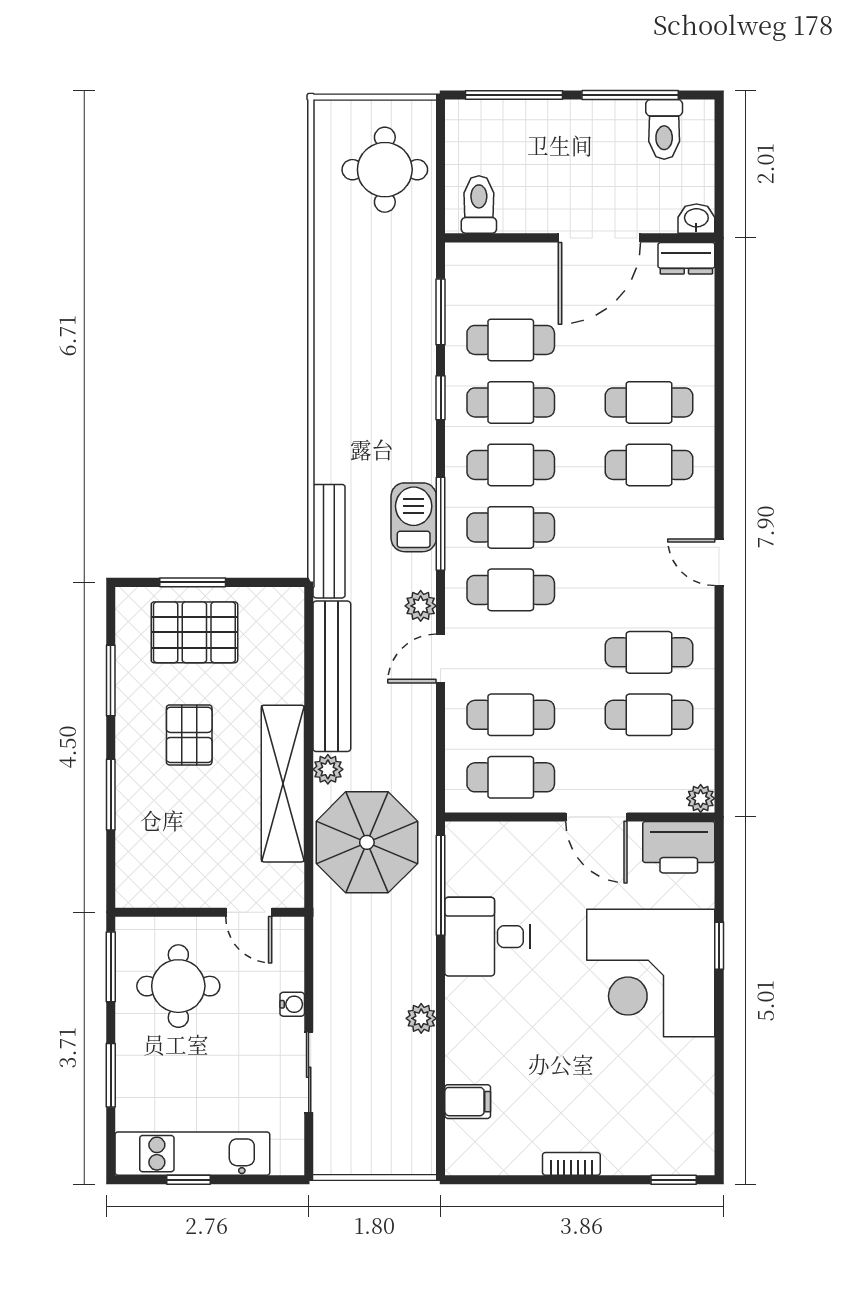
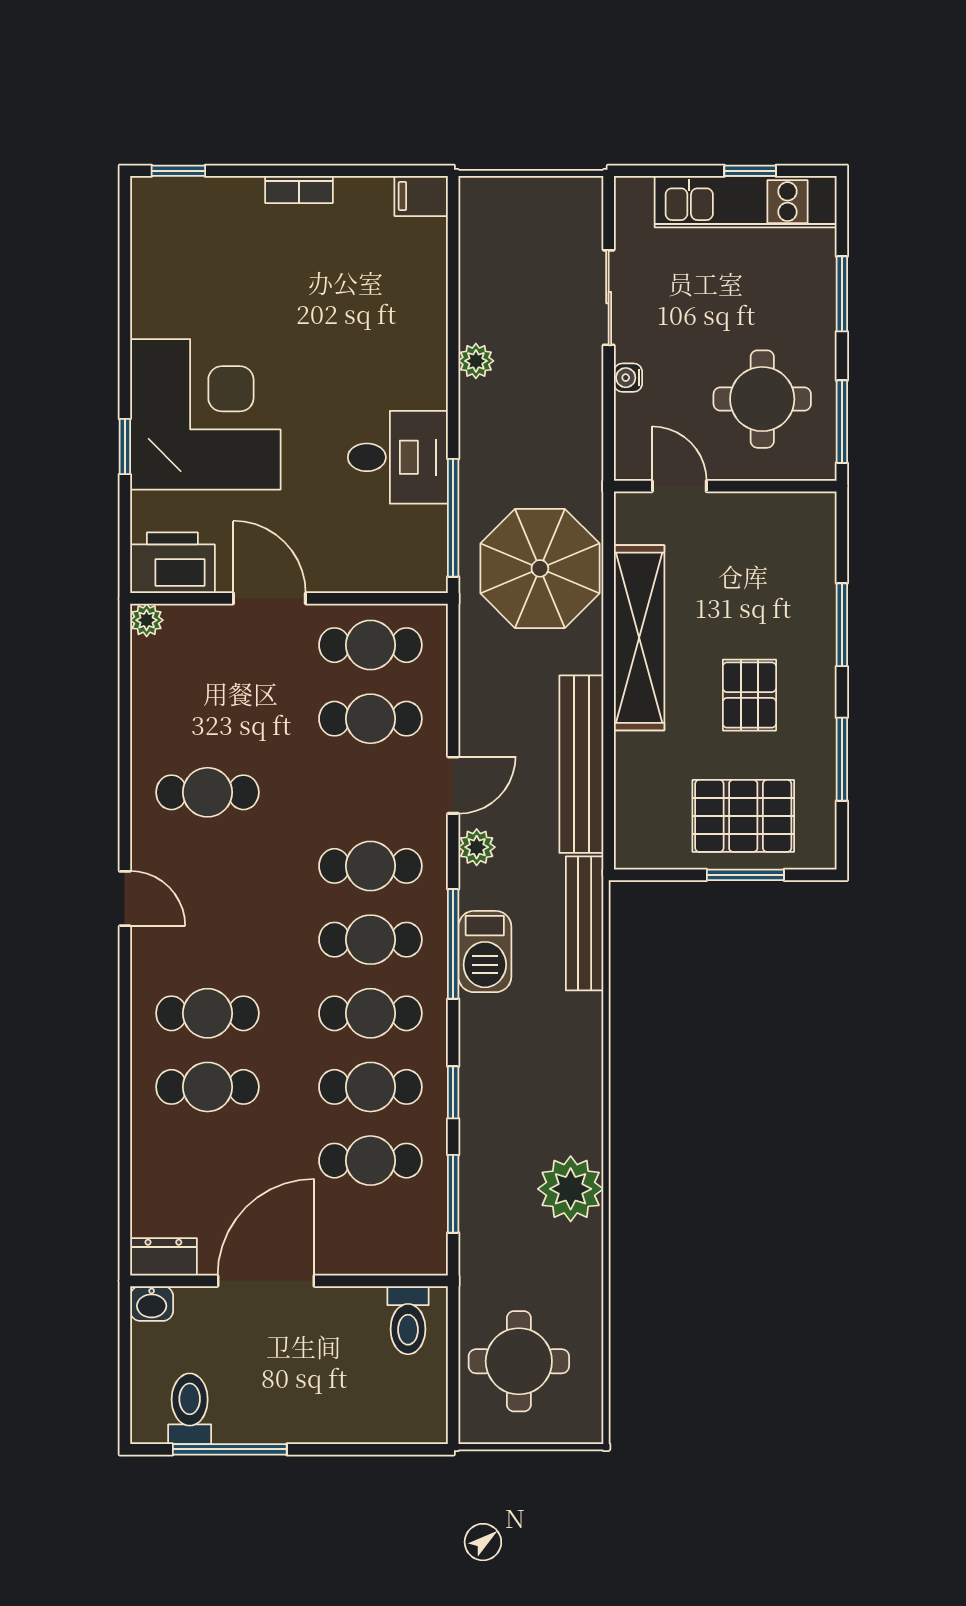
window: (514, 95) -> (367, 1449), removed
cafe table: (649, 715) -> (207, 719), removed
plant: (328, 769) -> (571, 1189), moved, width x1.88, depth x1.88
filing cabinet: (468, 1102) -> (421, 196), moved

